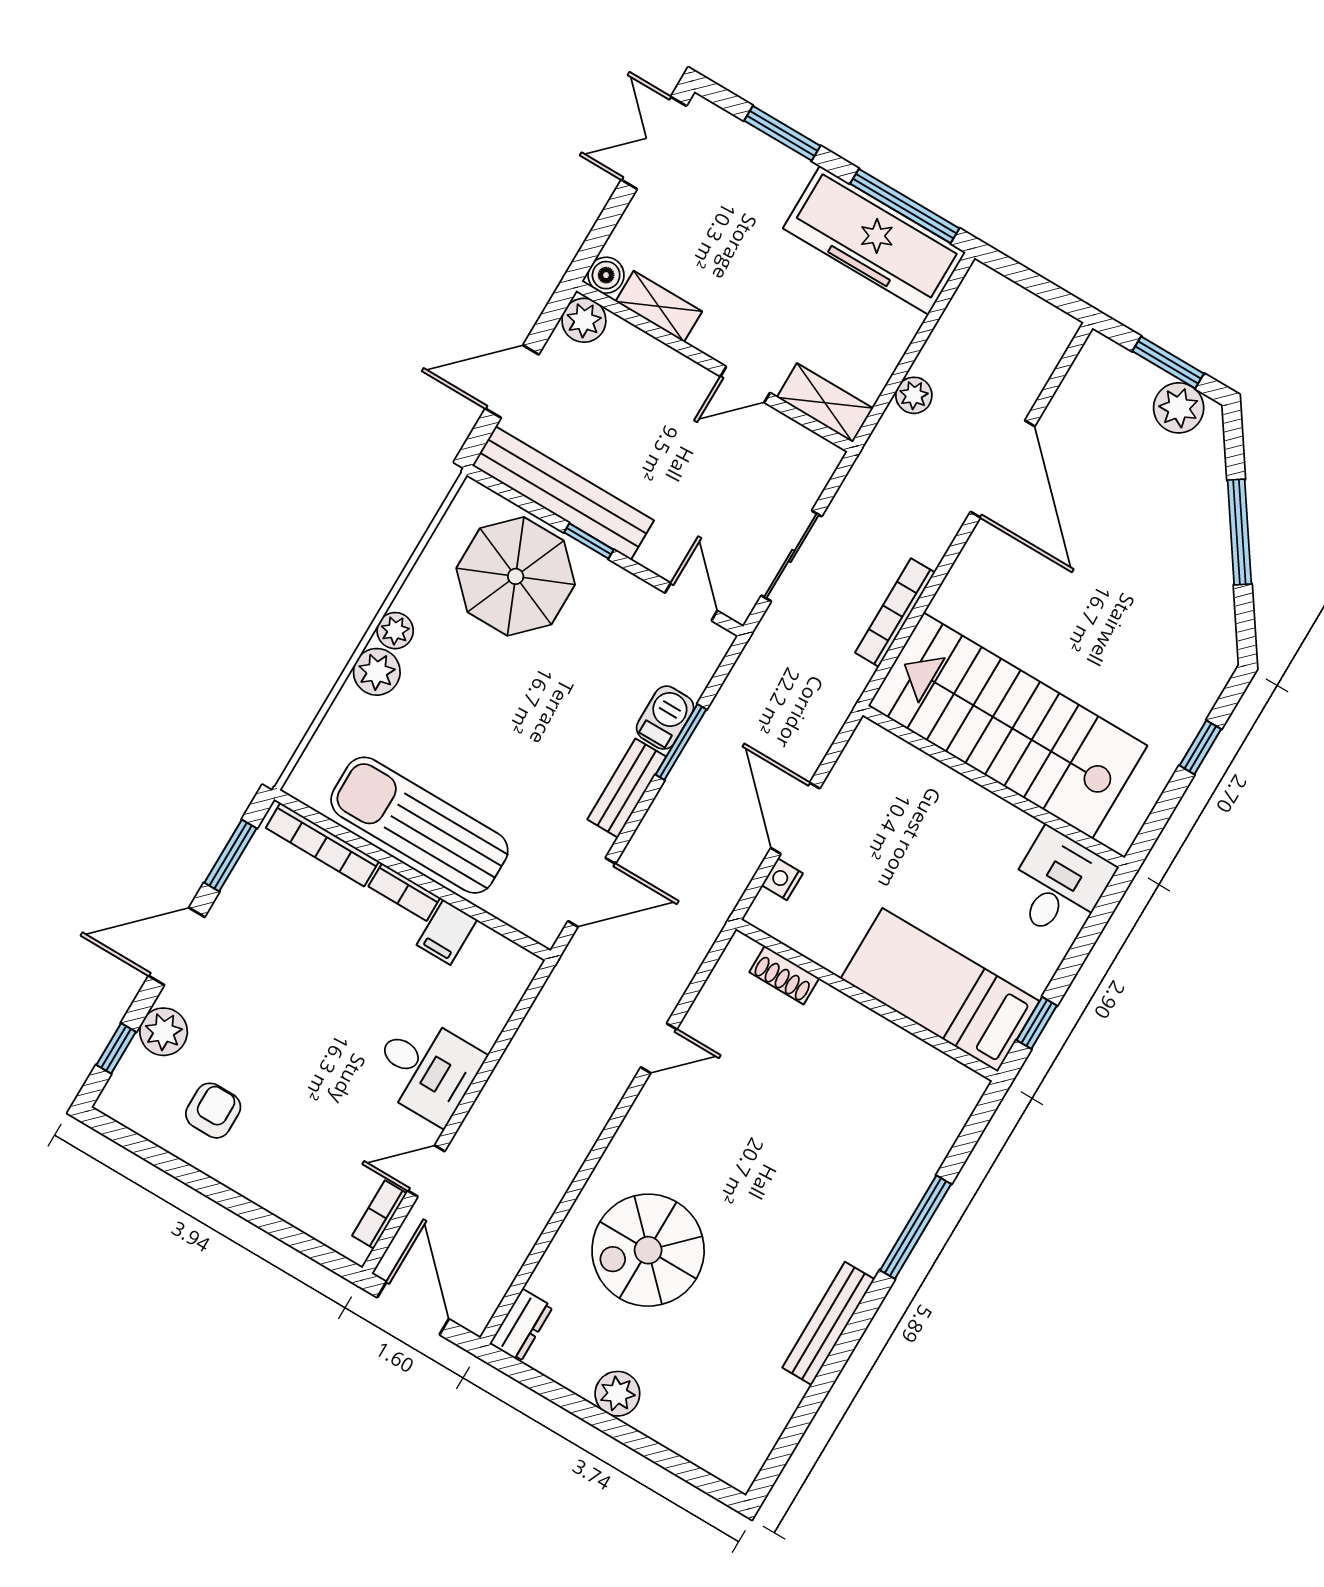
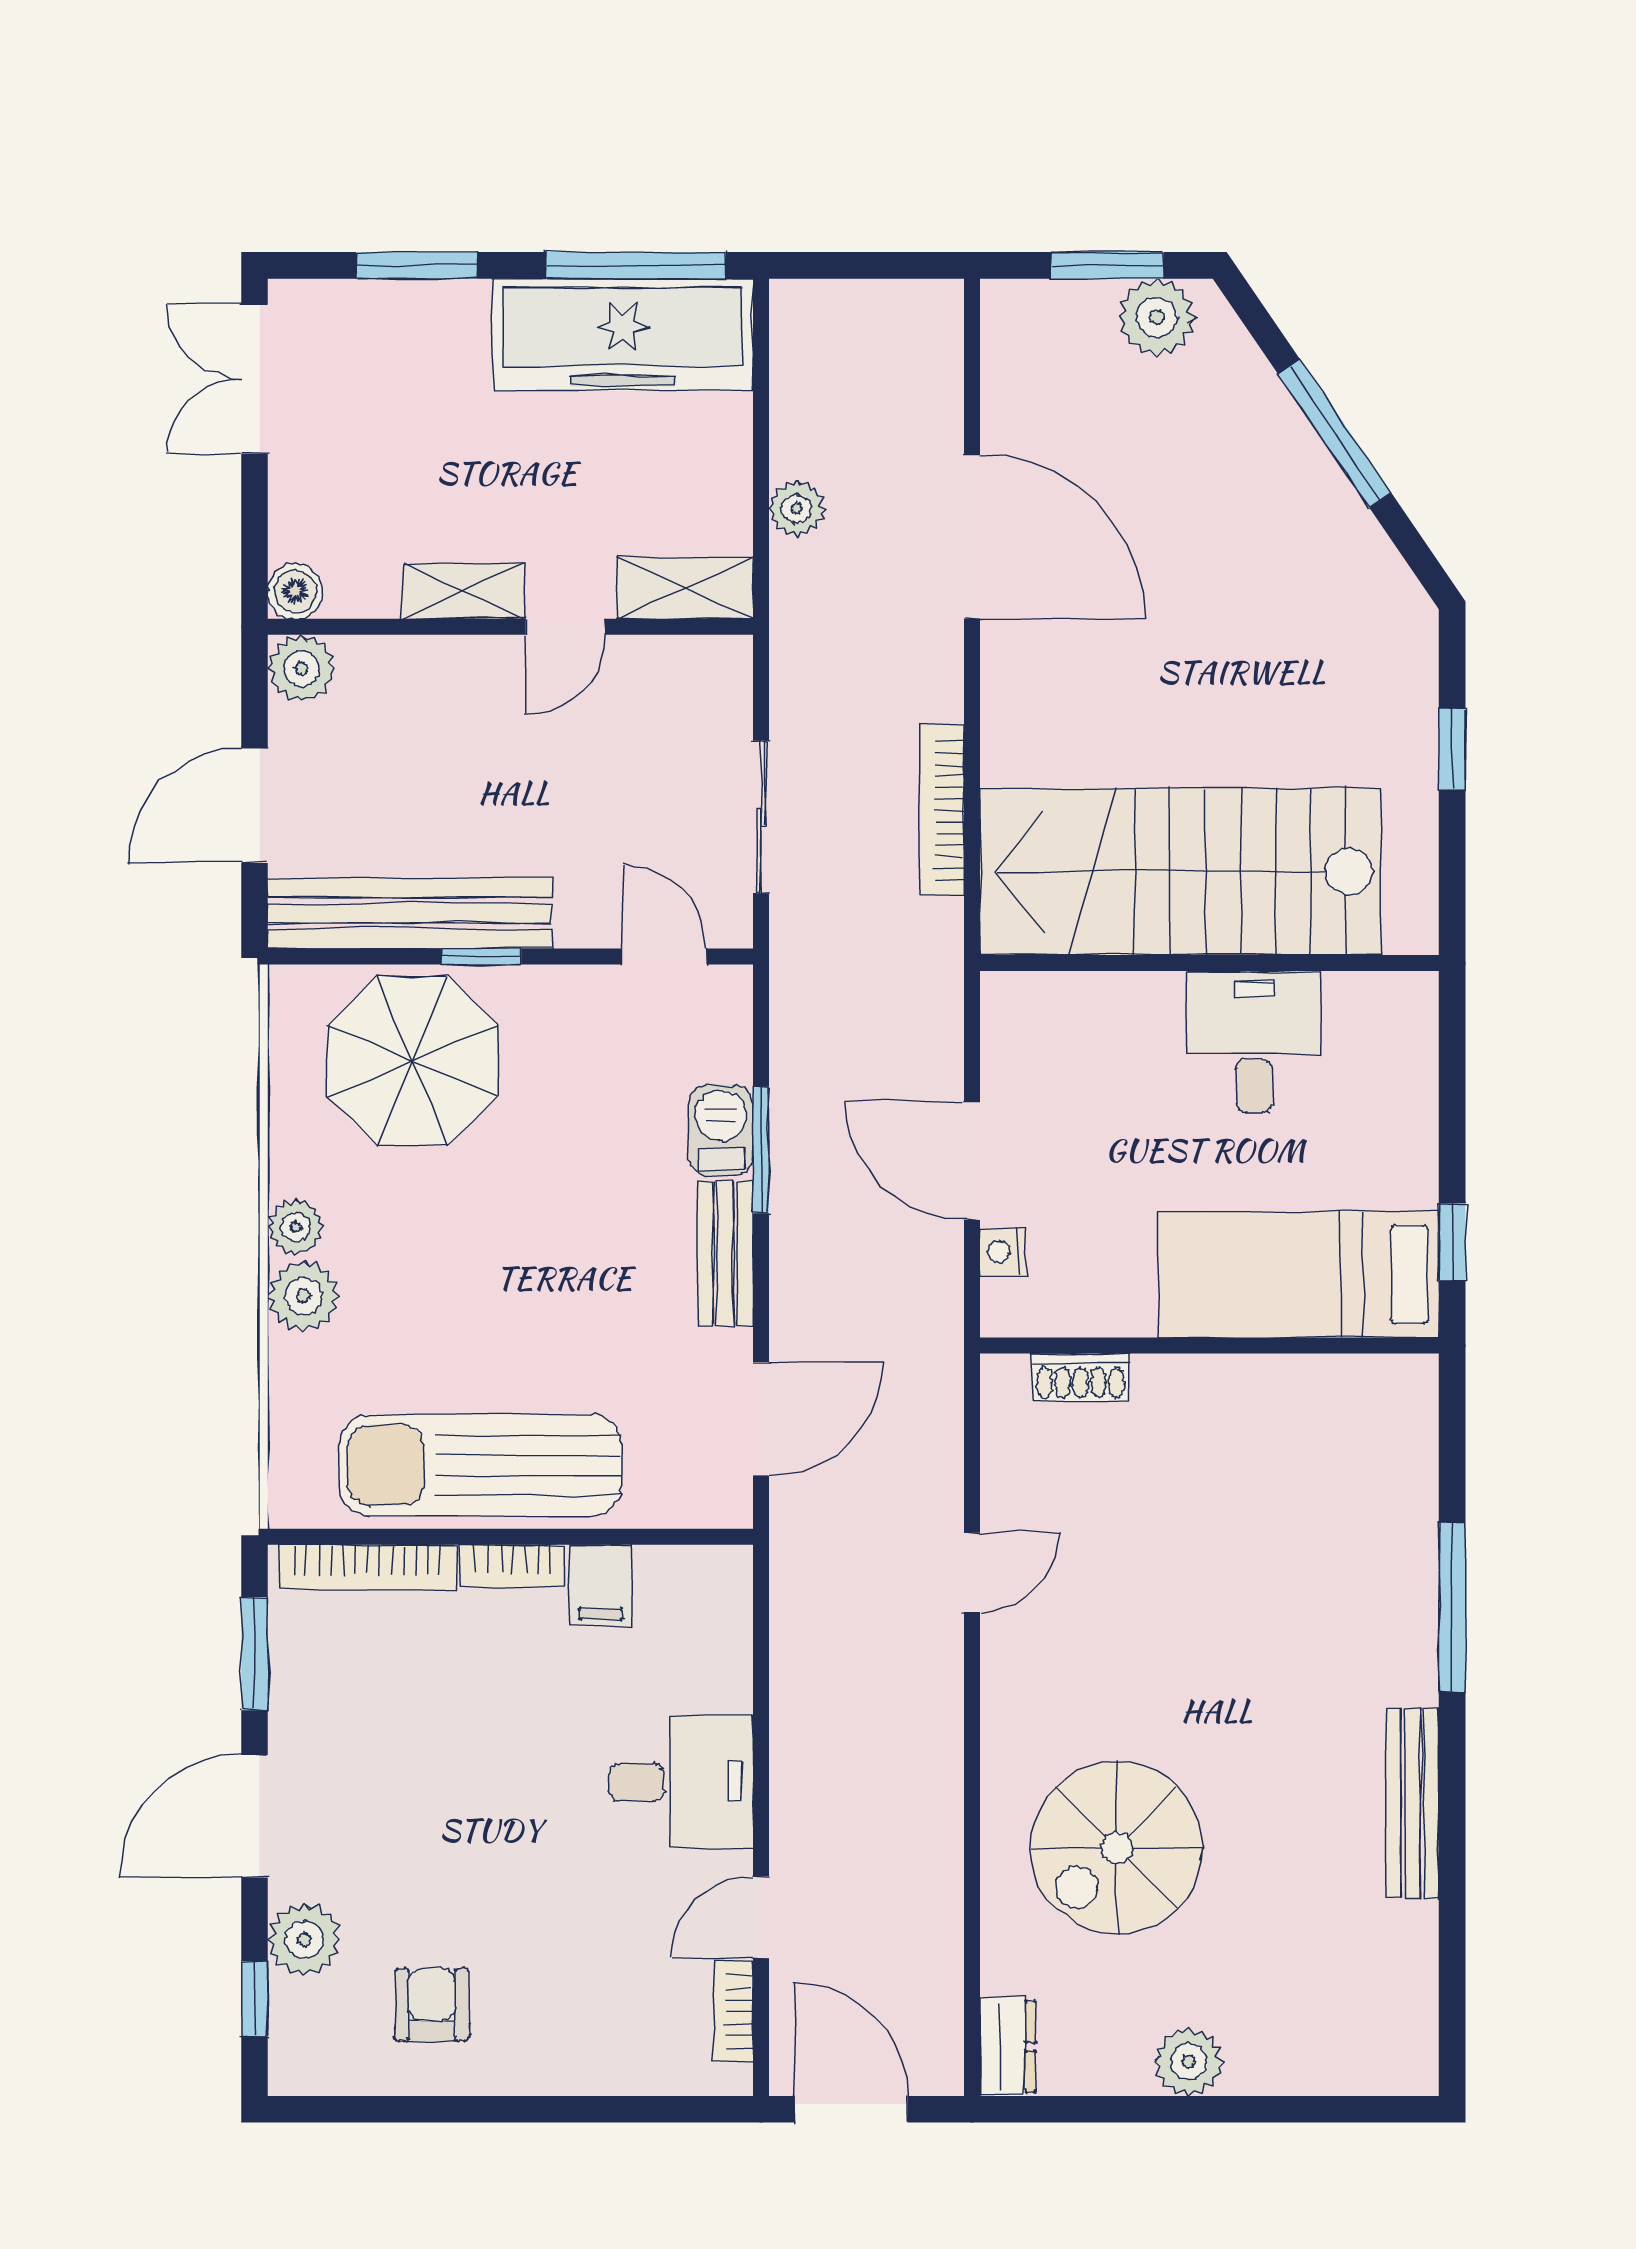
shelving: (659, 306) -> (463, 591), moved
desk: (1059, 885) -> (1254, 1042), moved

